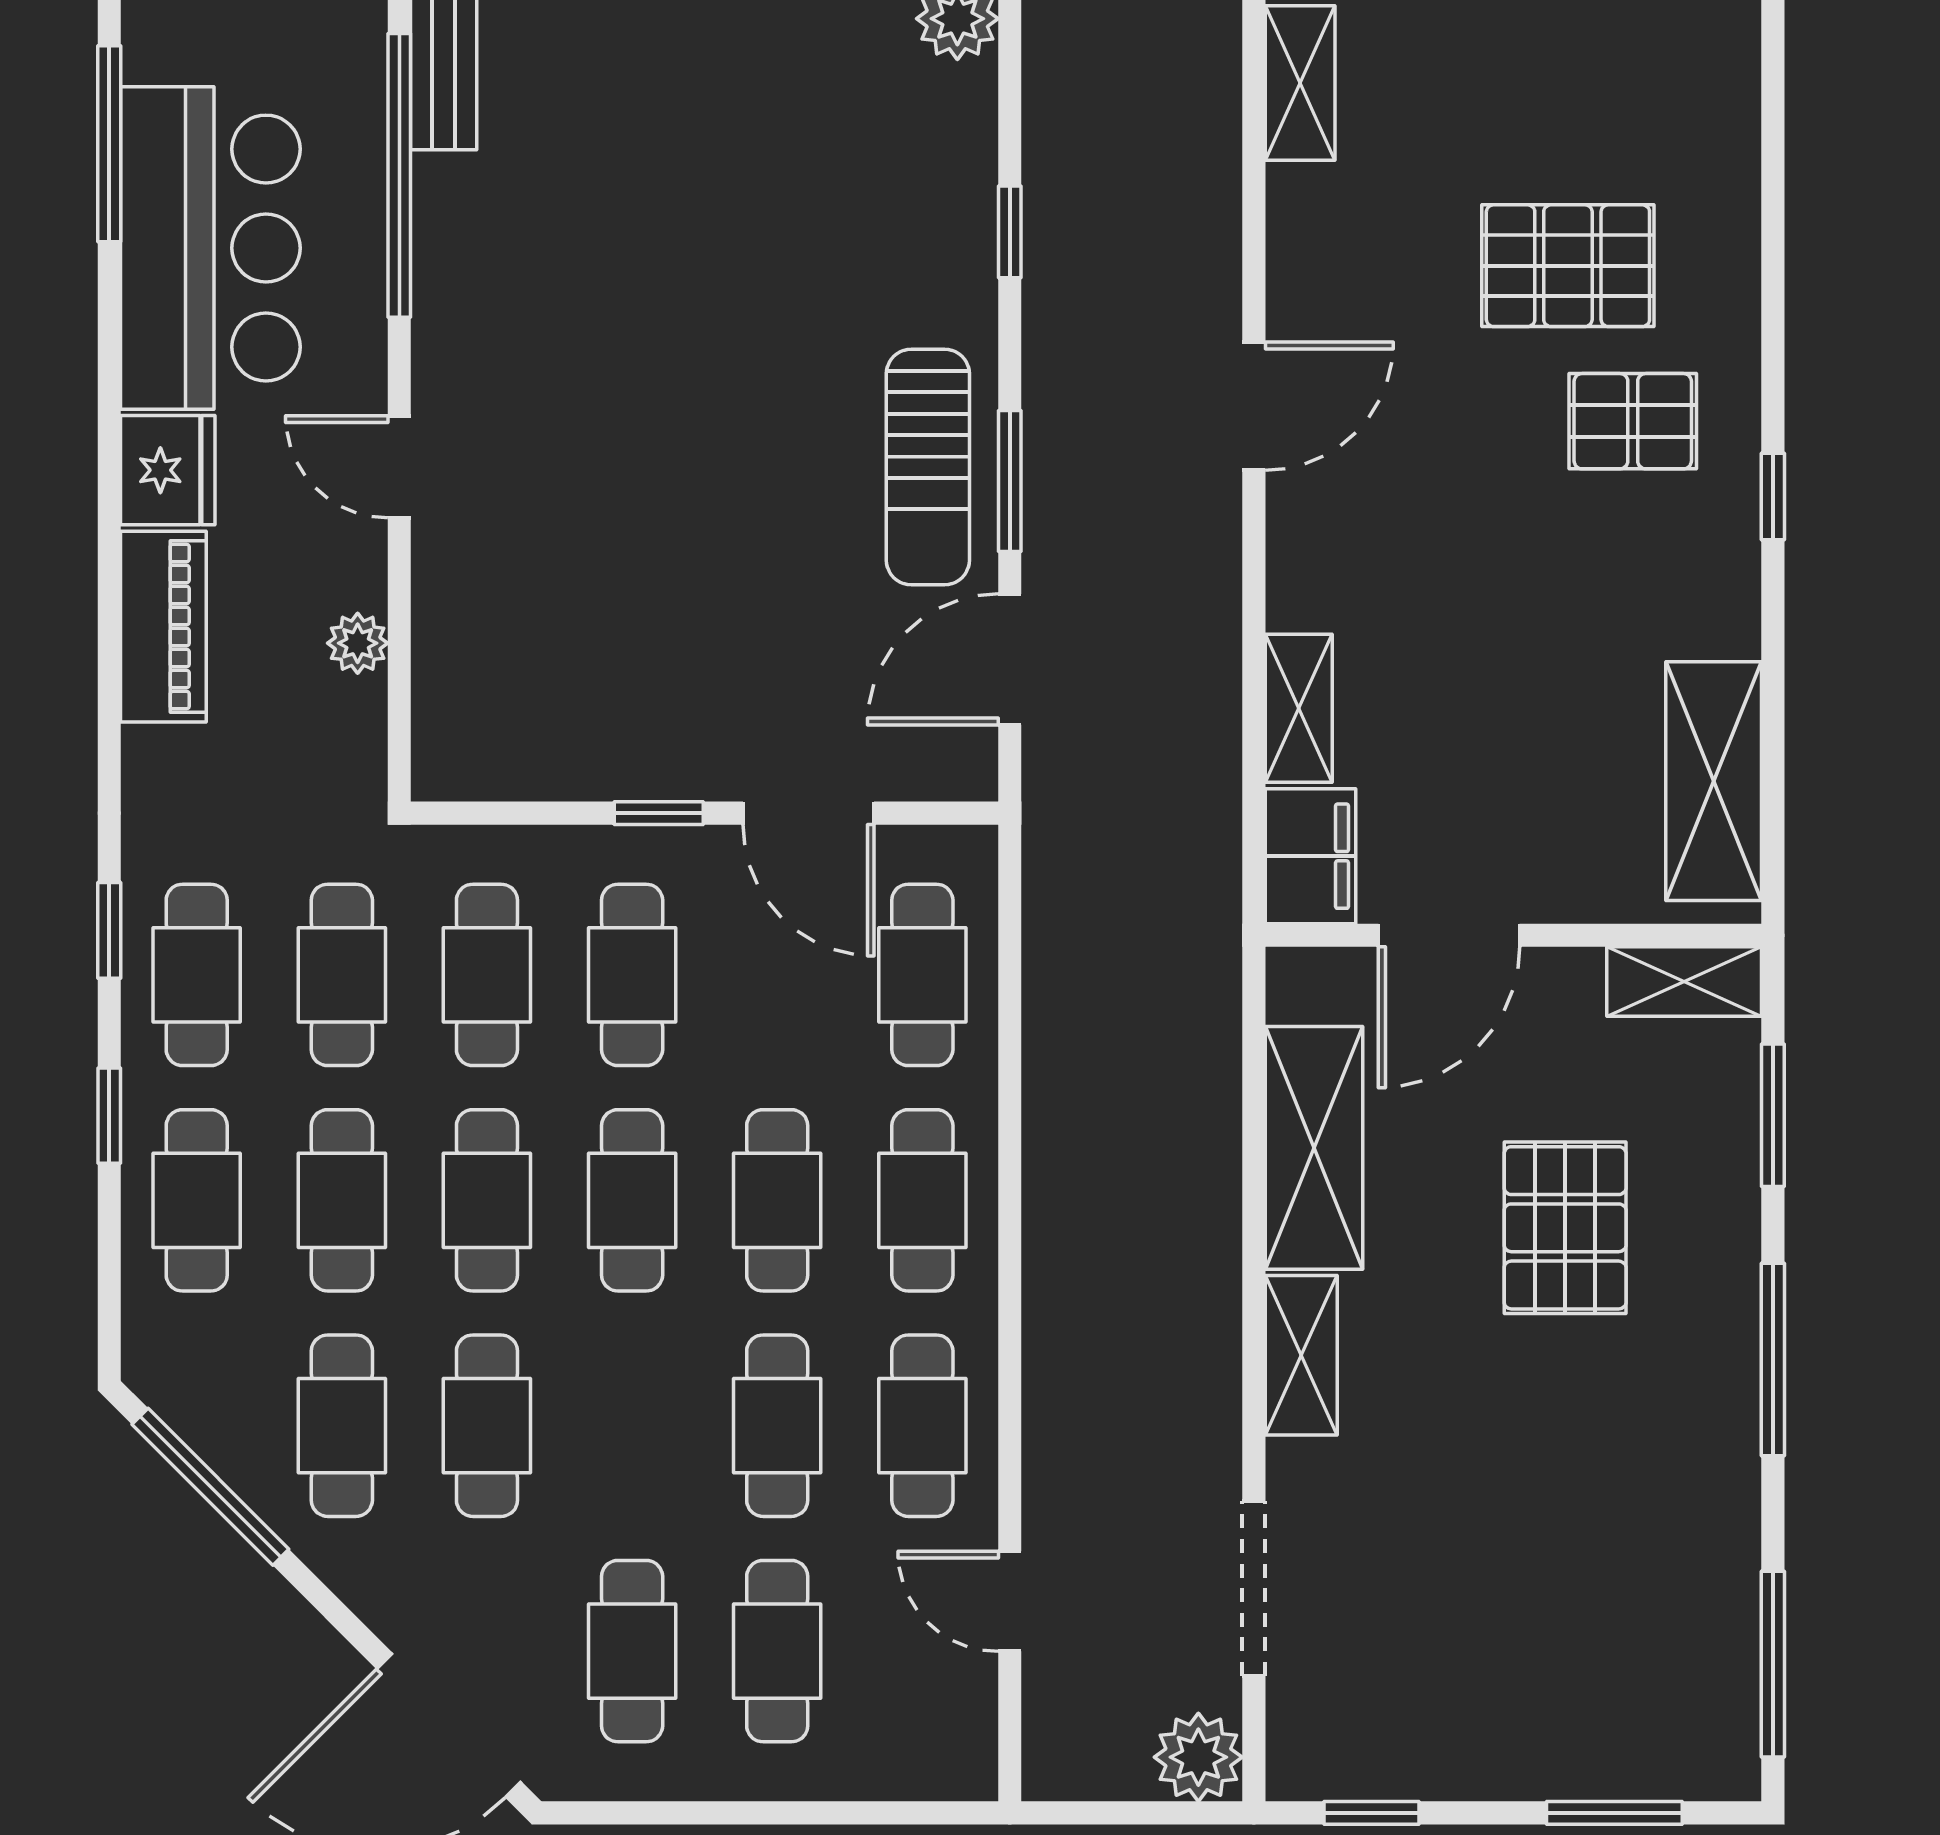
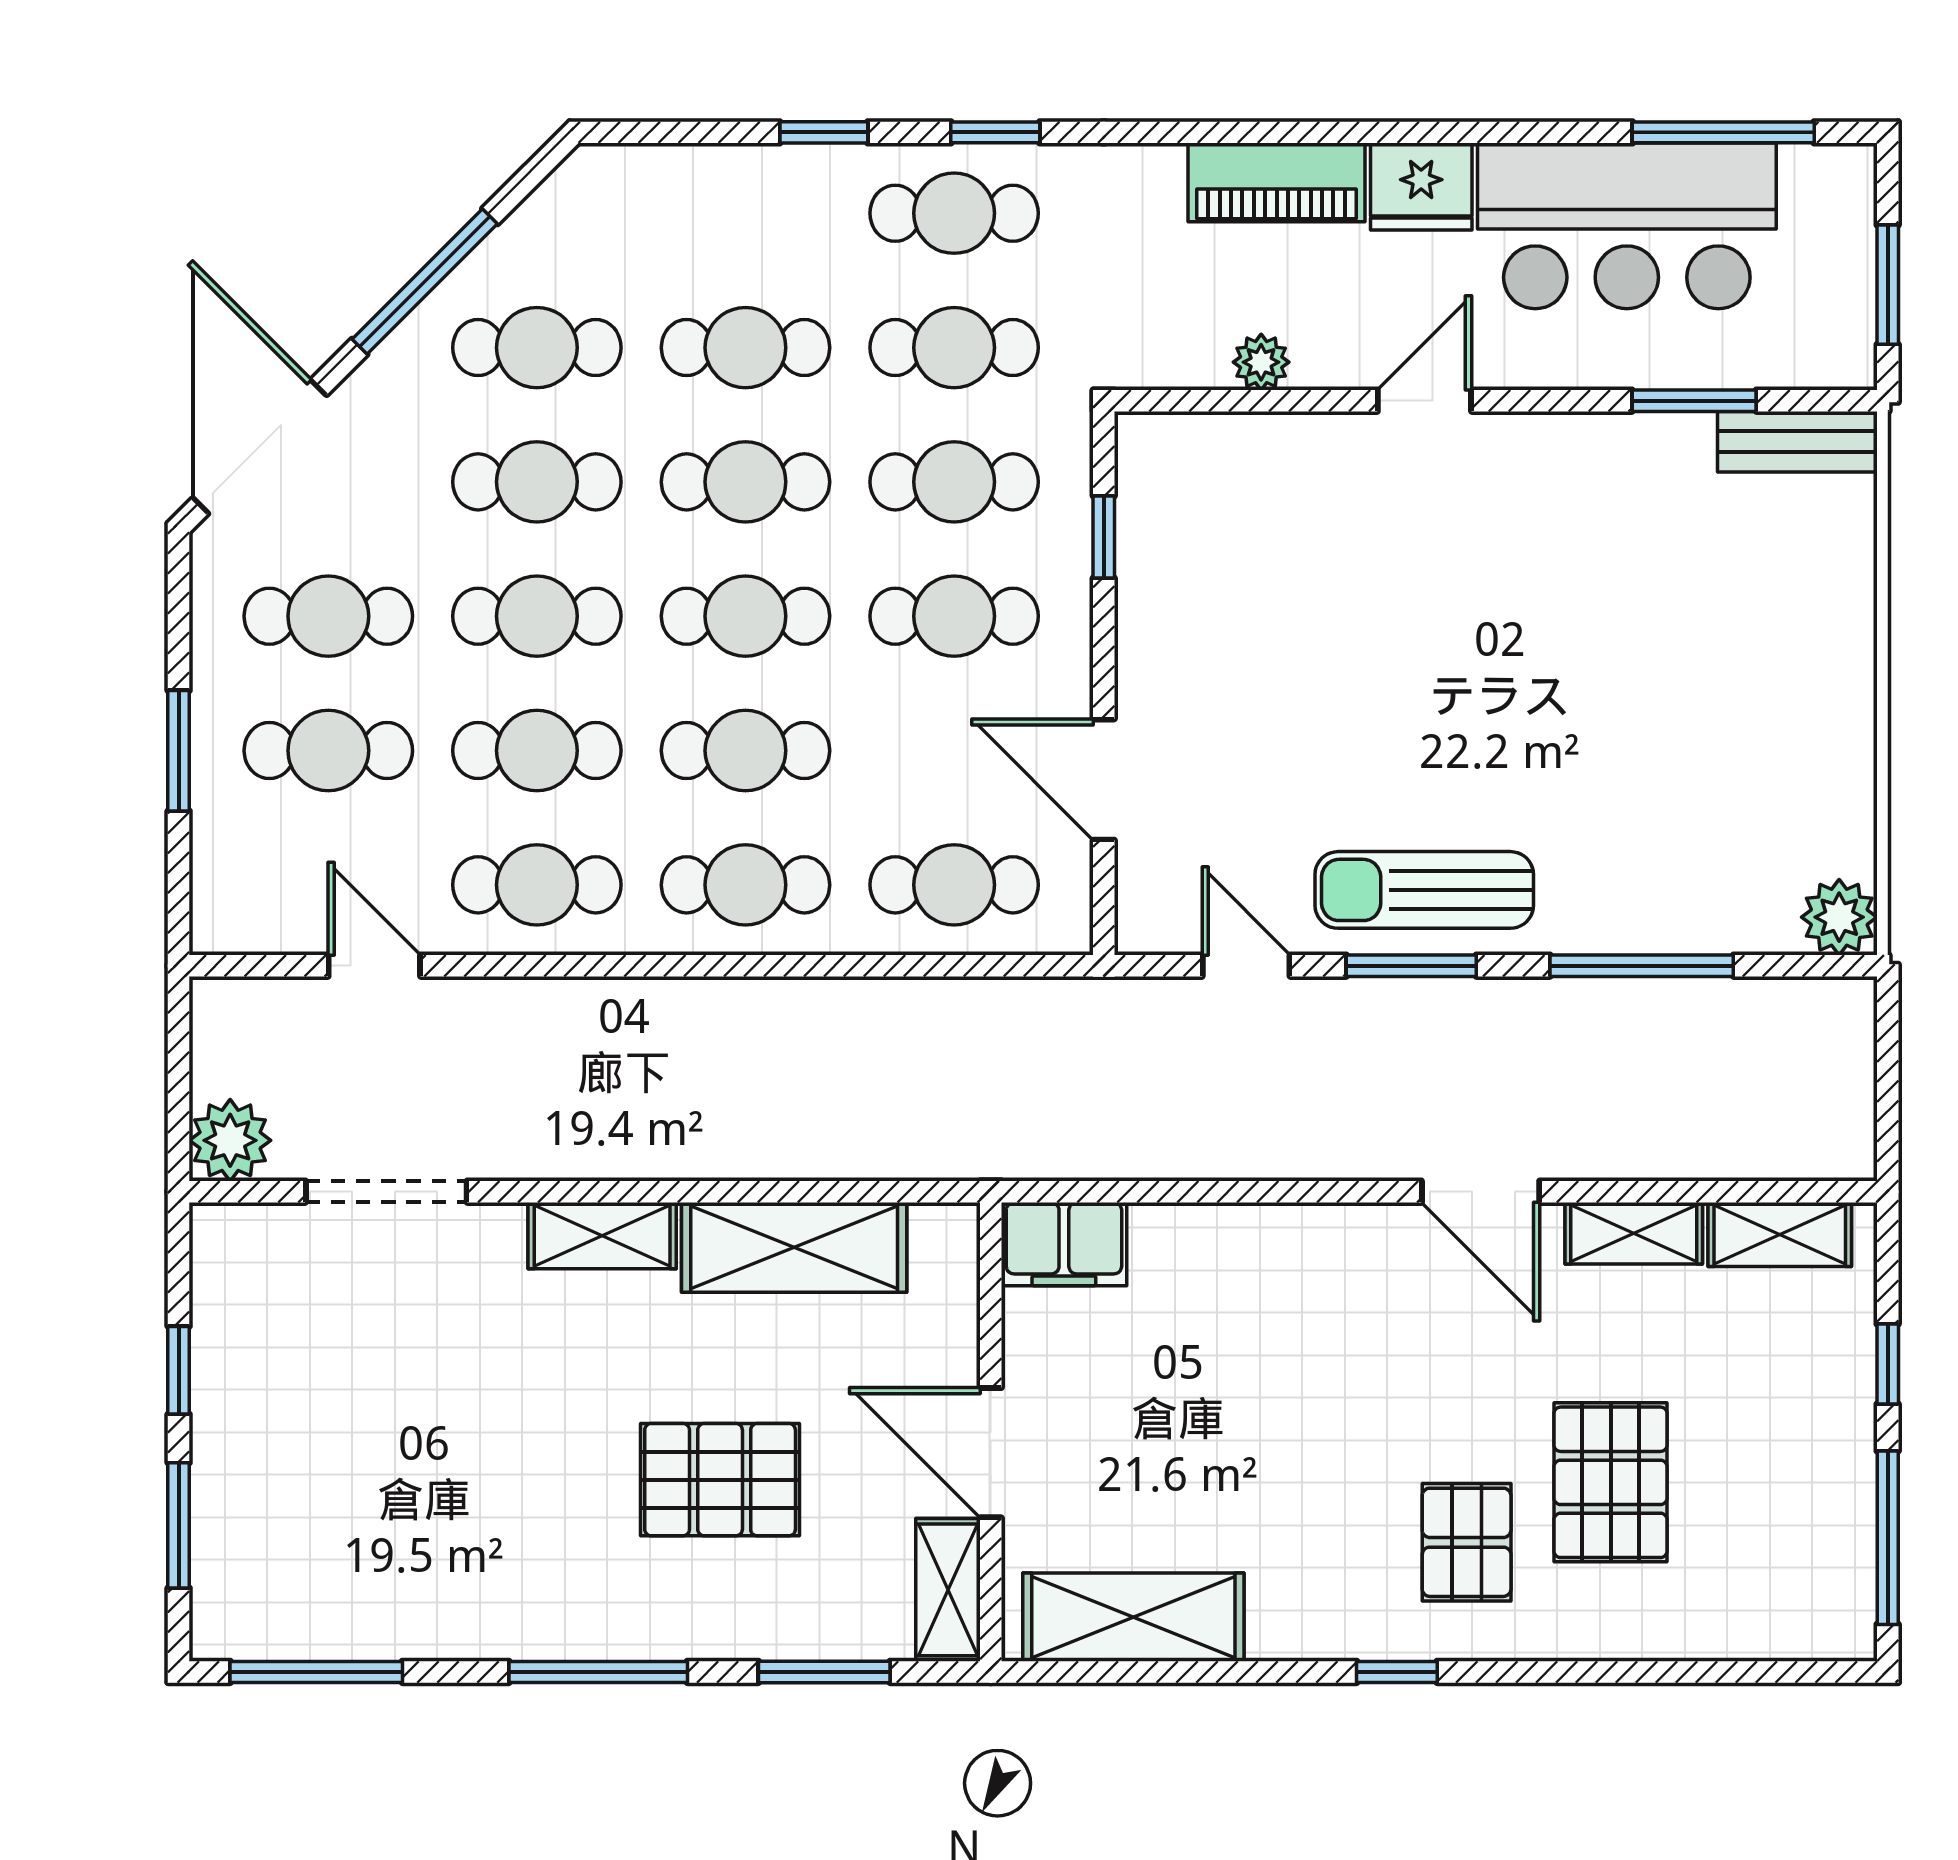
window: (399, 175) -> (1694, 401), width x0.47
window: (1010, 232) -> (1642, 966), width x2.17
door: (1010, 659) -> (1246, 966), width x0.73
shelving: (1299, 708) -> (1634, 1233), moved
window: (659, 813) -> (1104, 537), moved
door: (809, 813) -> (1104, 780), hinge flipped
door: (1449, 935) -> (991, 1453), moved
cafe table: (197, 1200) -> (537, 616), moved
window: (210, 1487) -> (425, 282), moved
door: (1010, 1601) -> (374, 966), hinge flipped
window: (777, 1813) -> (179, 751), added
window: (1372, 1813) -> (179, 1370), moved

